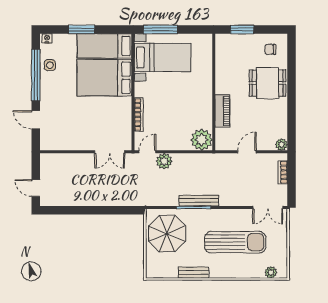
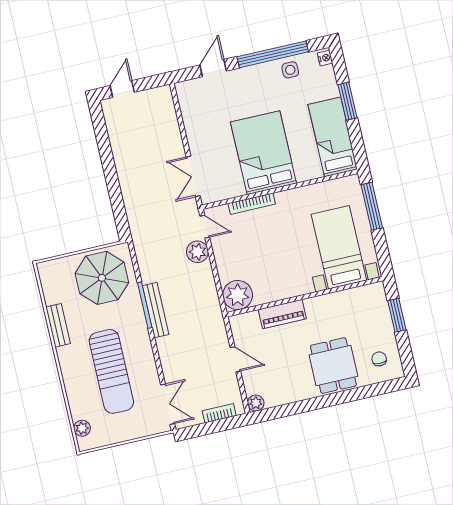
bed with nightstands: (163, 57) -> (339, 247), moved, turned 180
bed: (104, 78) -> (263, 153), moved
double door: (268, 207) -> (168, 404), swing flipped

